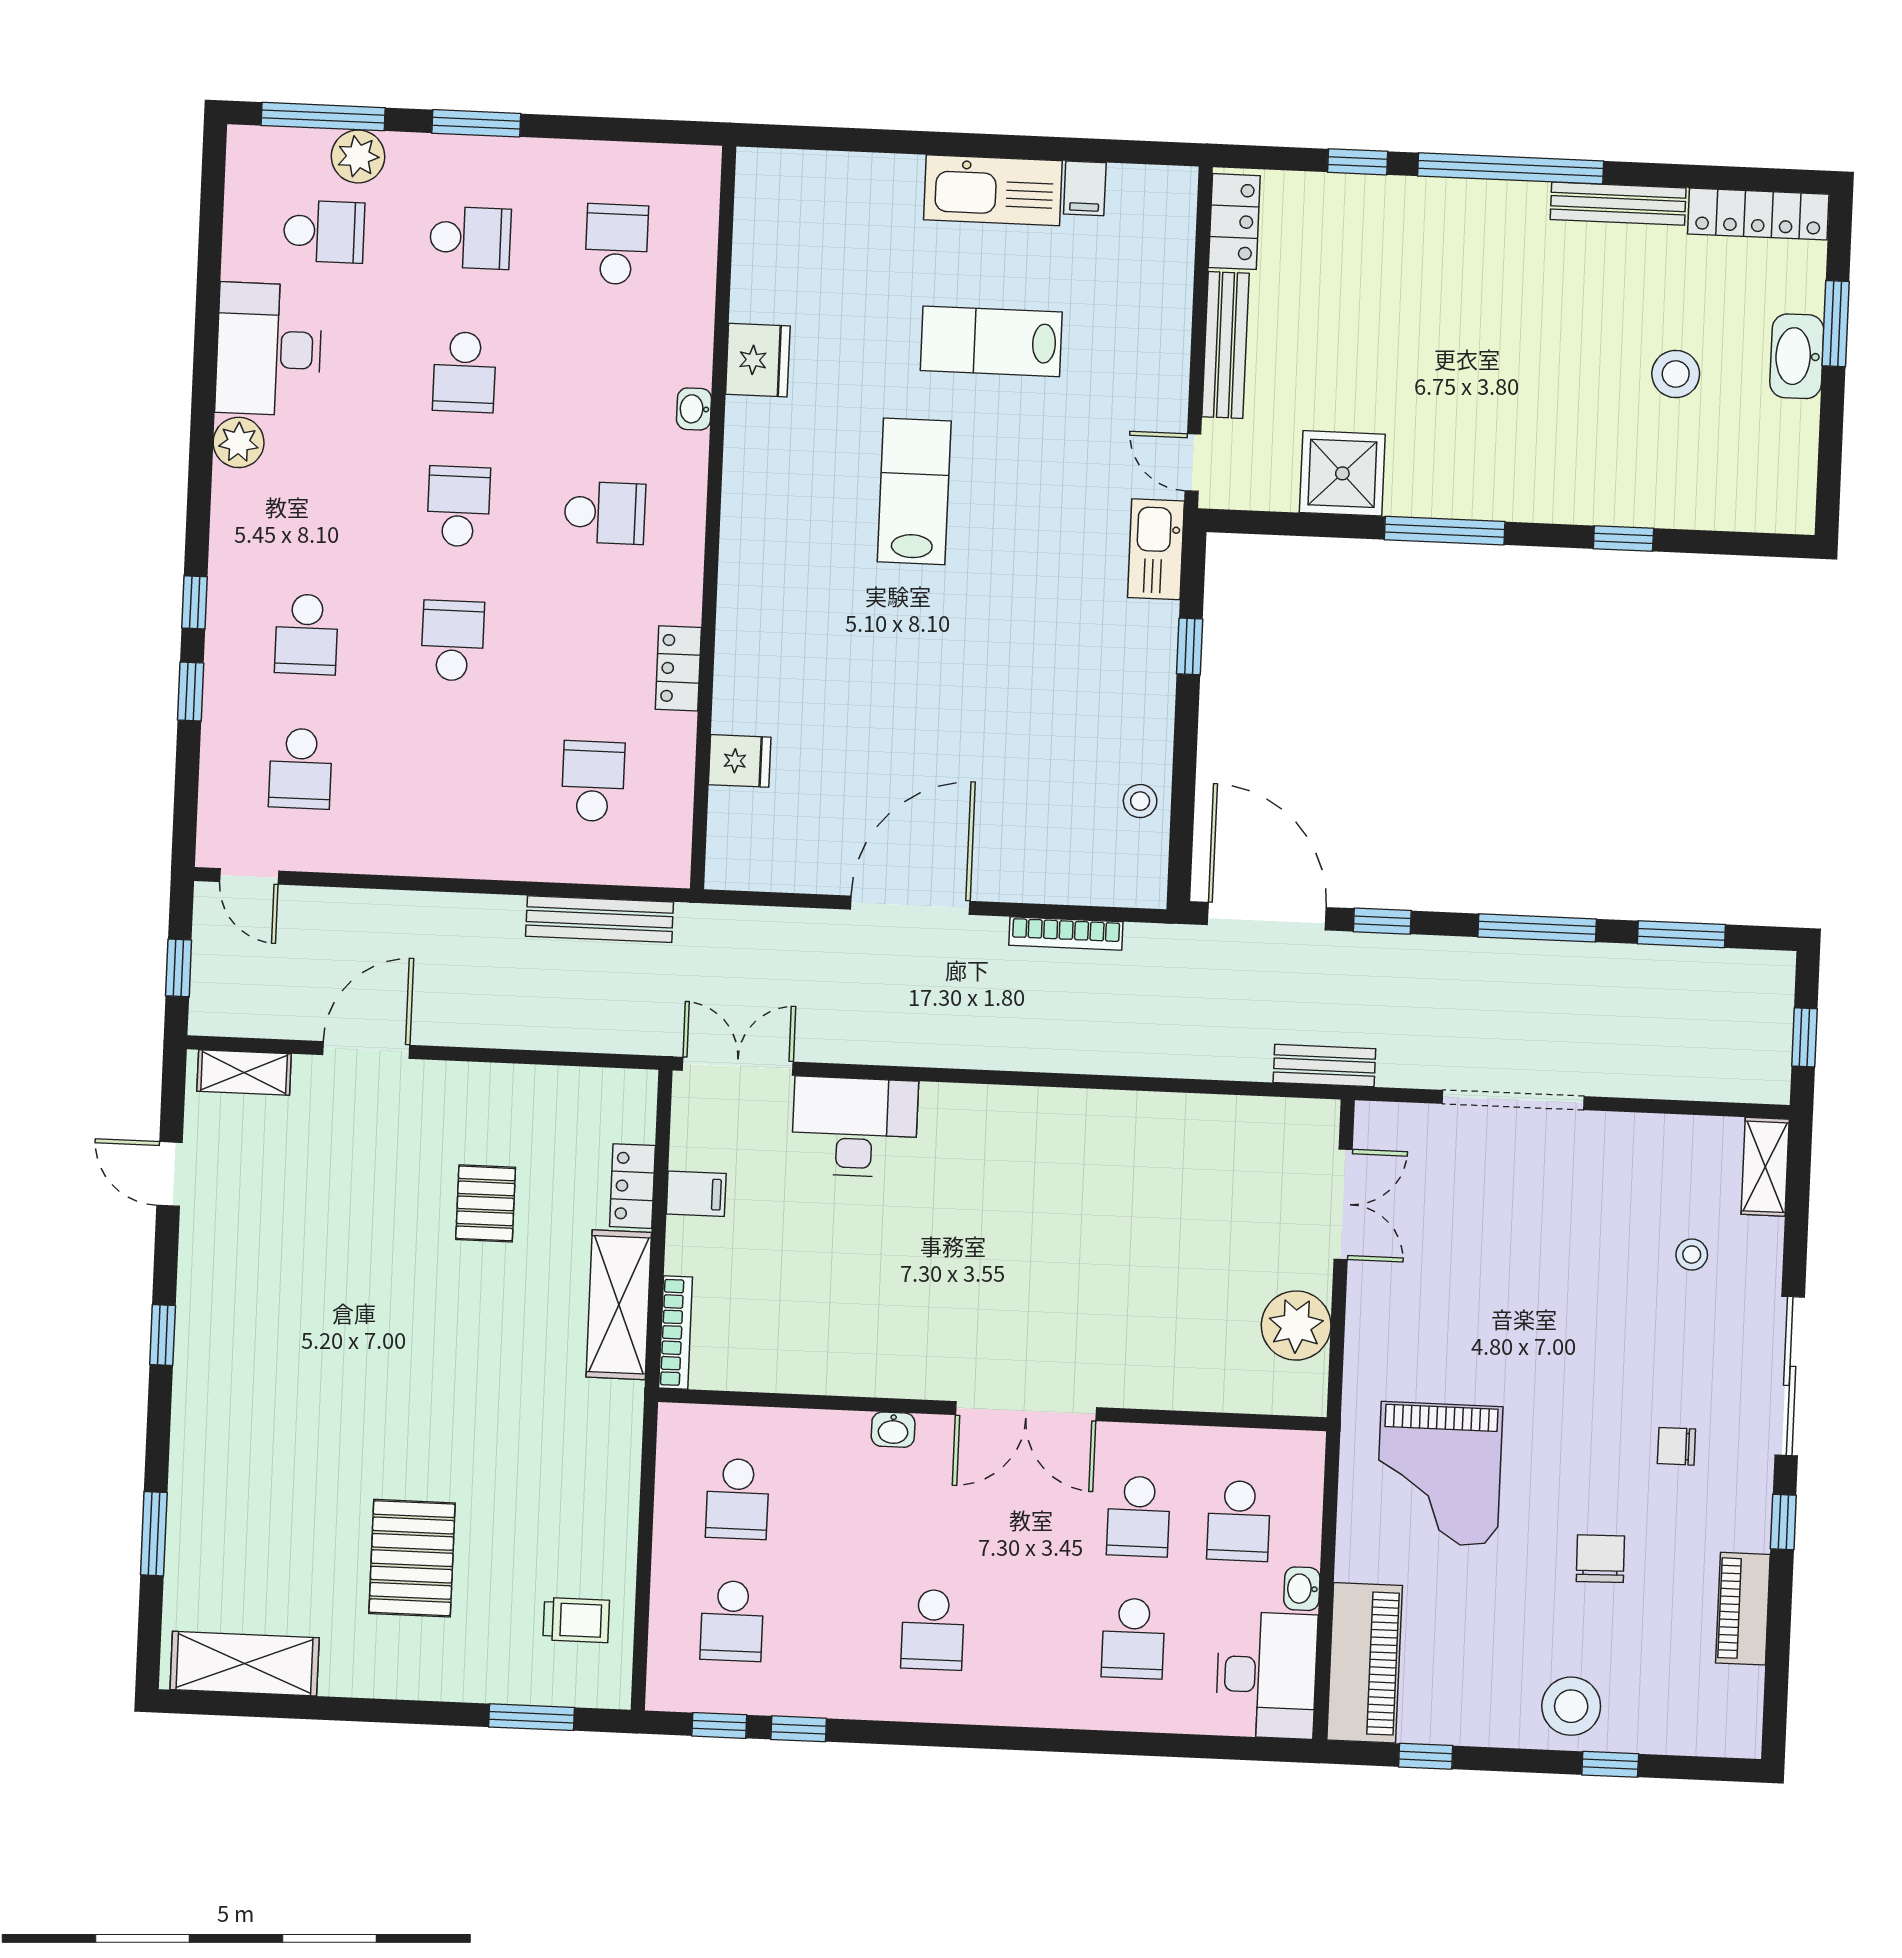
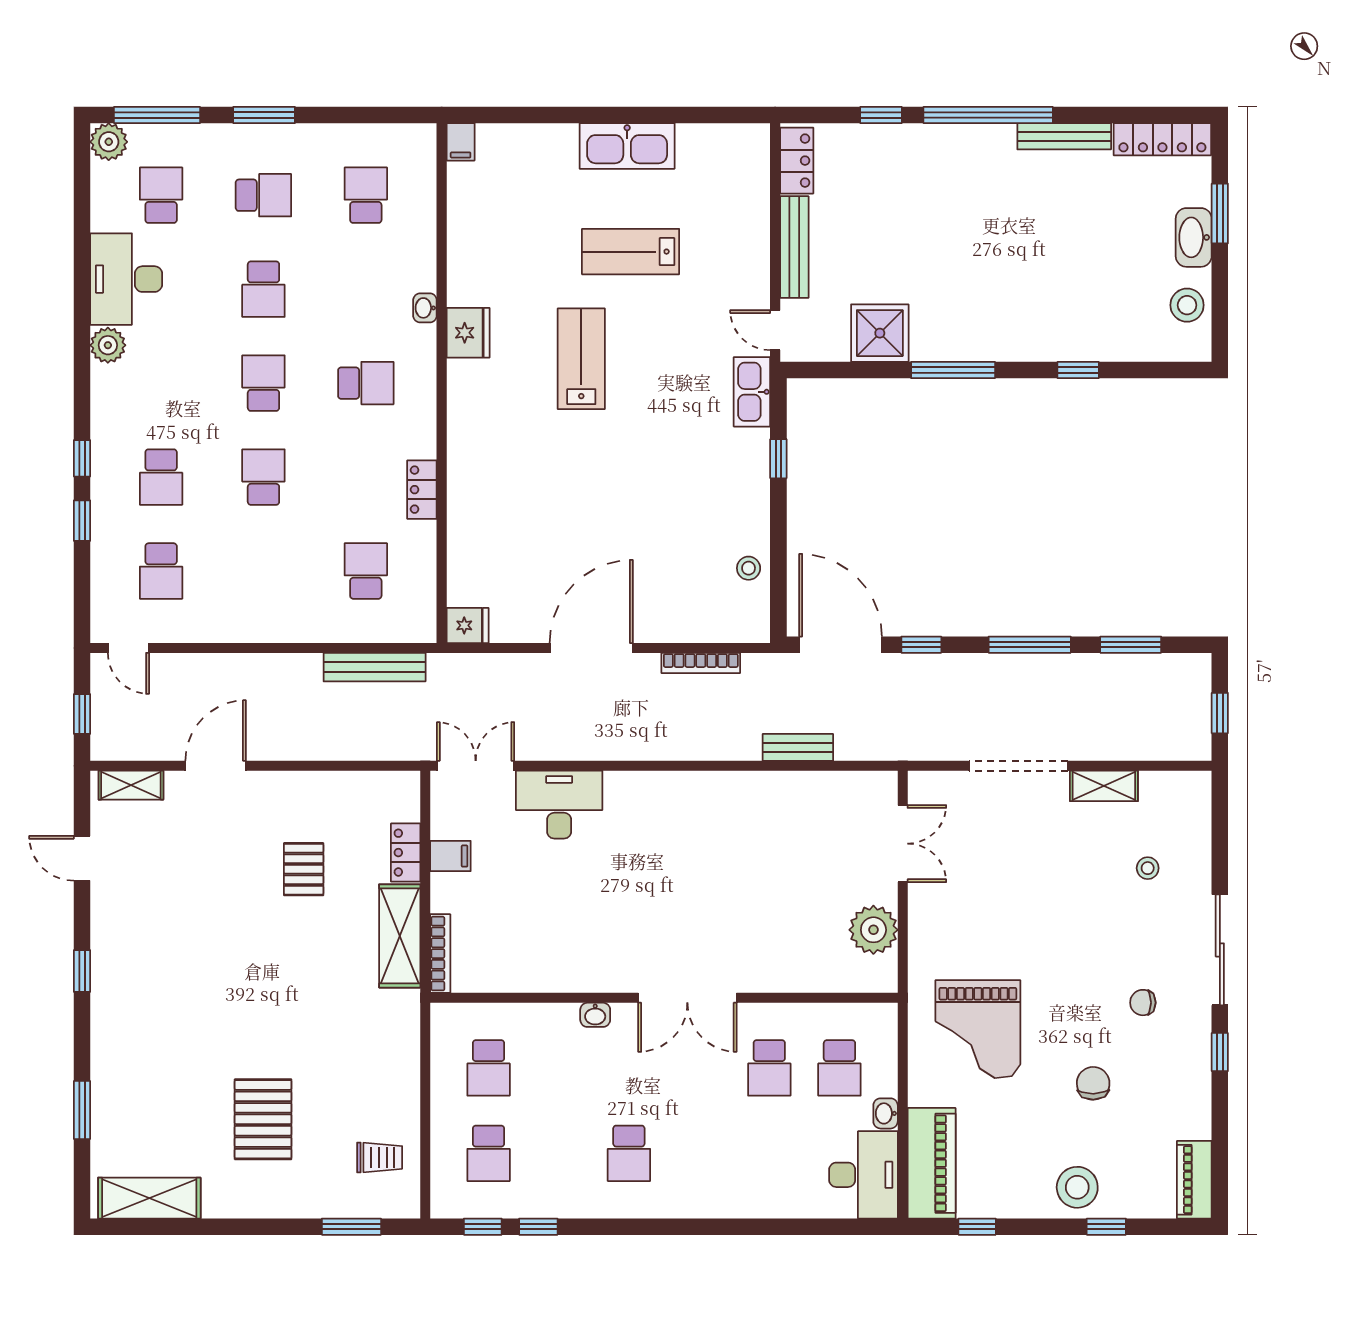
plant: (358, 156) -> (109, 142), moved
filing cabinet: (1085, 188) -> (461, 142), moved
school desk: (324, 231) -> (161, 195), turned -90
fridge: (758, 360) -> (468, 333), moved
stool: (1676, 374) -> (1187, 305), moved
fridge: (740, 761) -> (468, 625), moved
bench: (1324, 1066) -> (798, 747), moved
shelving: (1765, 1167) -> (1104, 786), moved, turned 90
piano: (1743, 1609) -> (1194, 1180), moved
school desk: (1133, 1638) -> (769, 1153), removed

